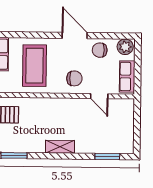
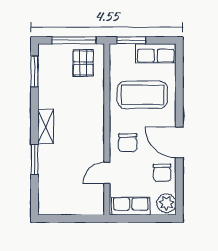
door: (75, 35) -> (179, 142), swing flipped
chair: (100, 50) -> (162, 173), turned 180
window: (107, 157) -> (34, 160), moved

